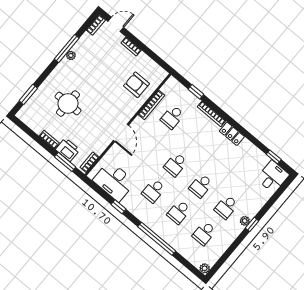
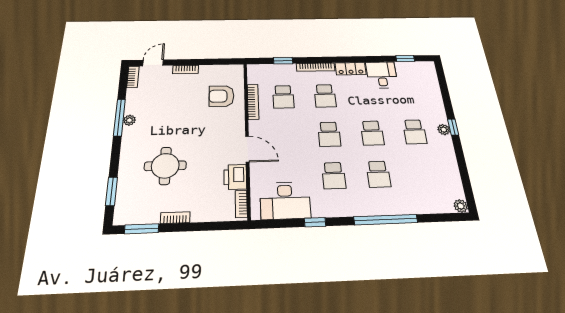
printer: (68, 150) -> (235, 177), moved, turned -90
window: (65, 162) -> (142, 229), moved
desk: (273, 177) -> (382, 75), moved
school desk: (204, 233) -> (325, 96), moved

